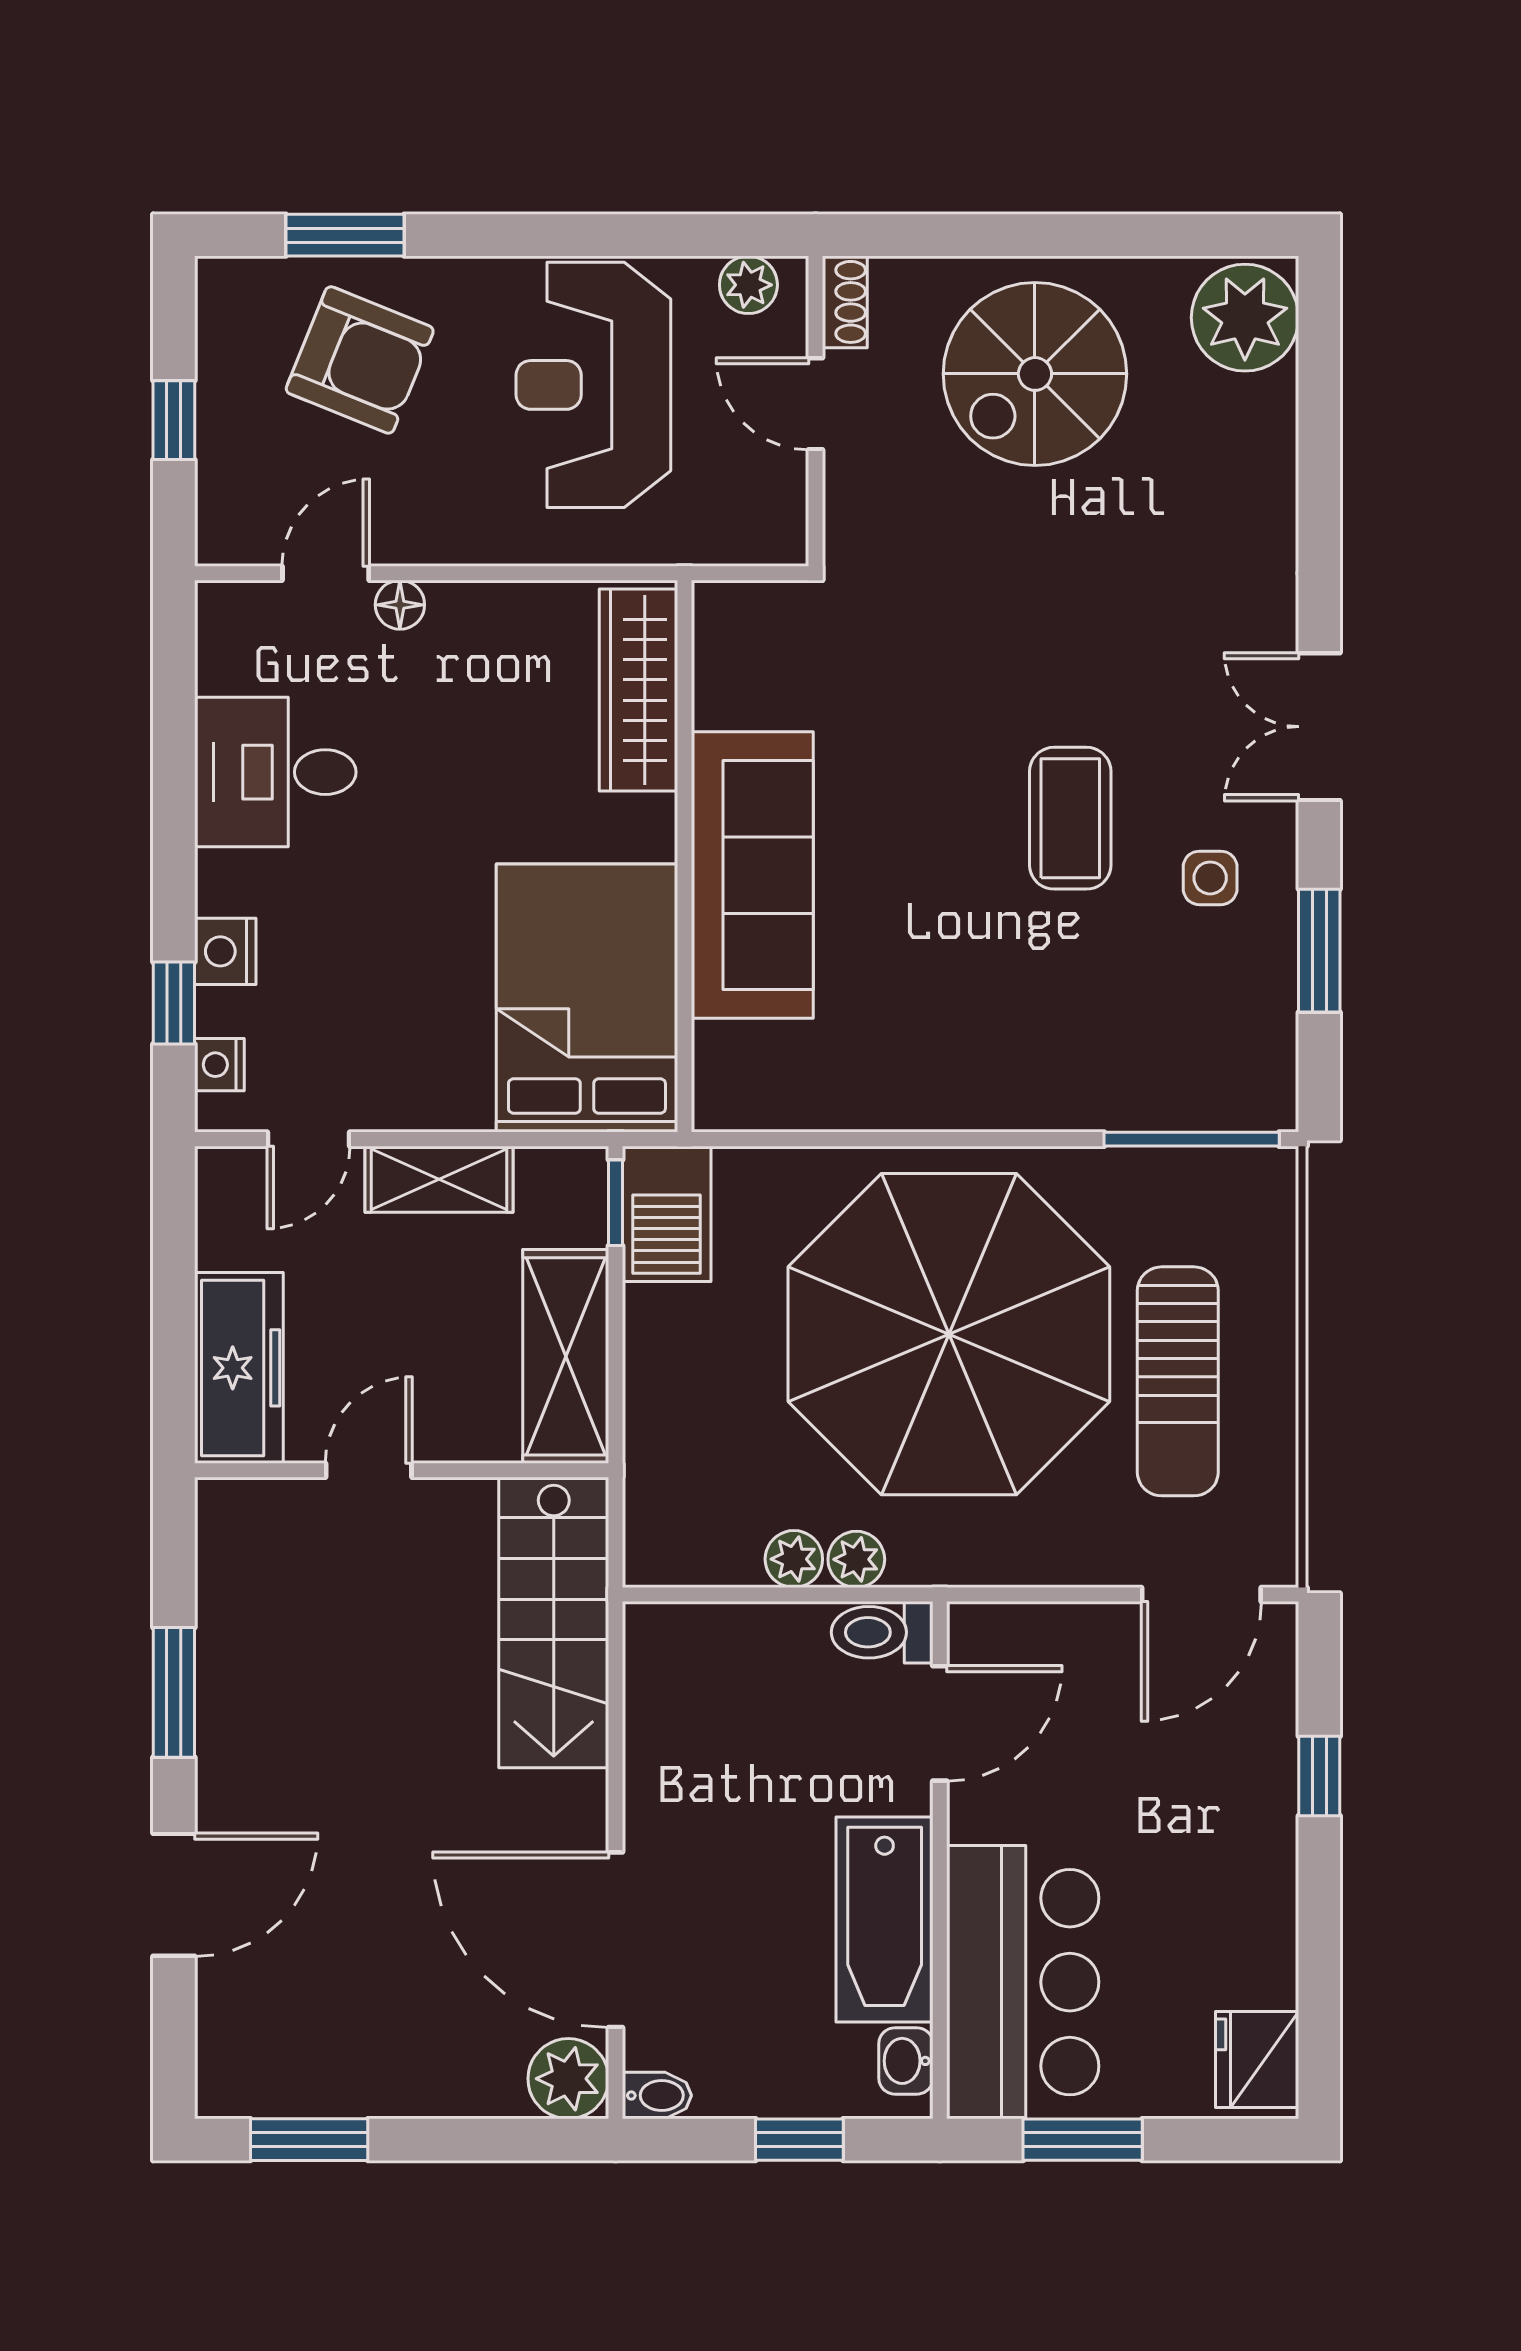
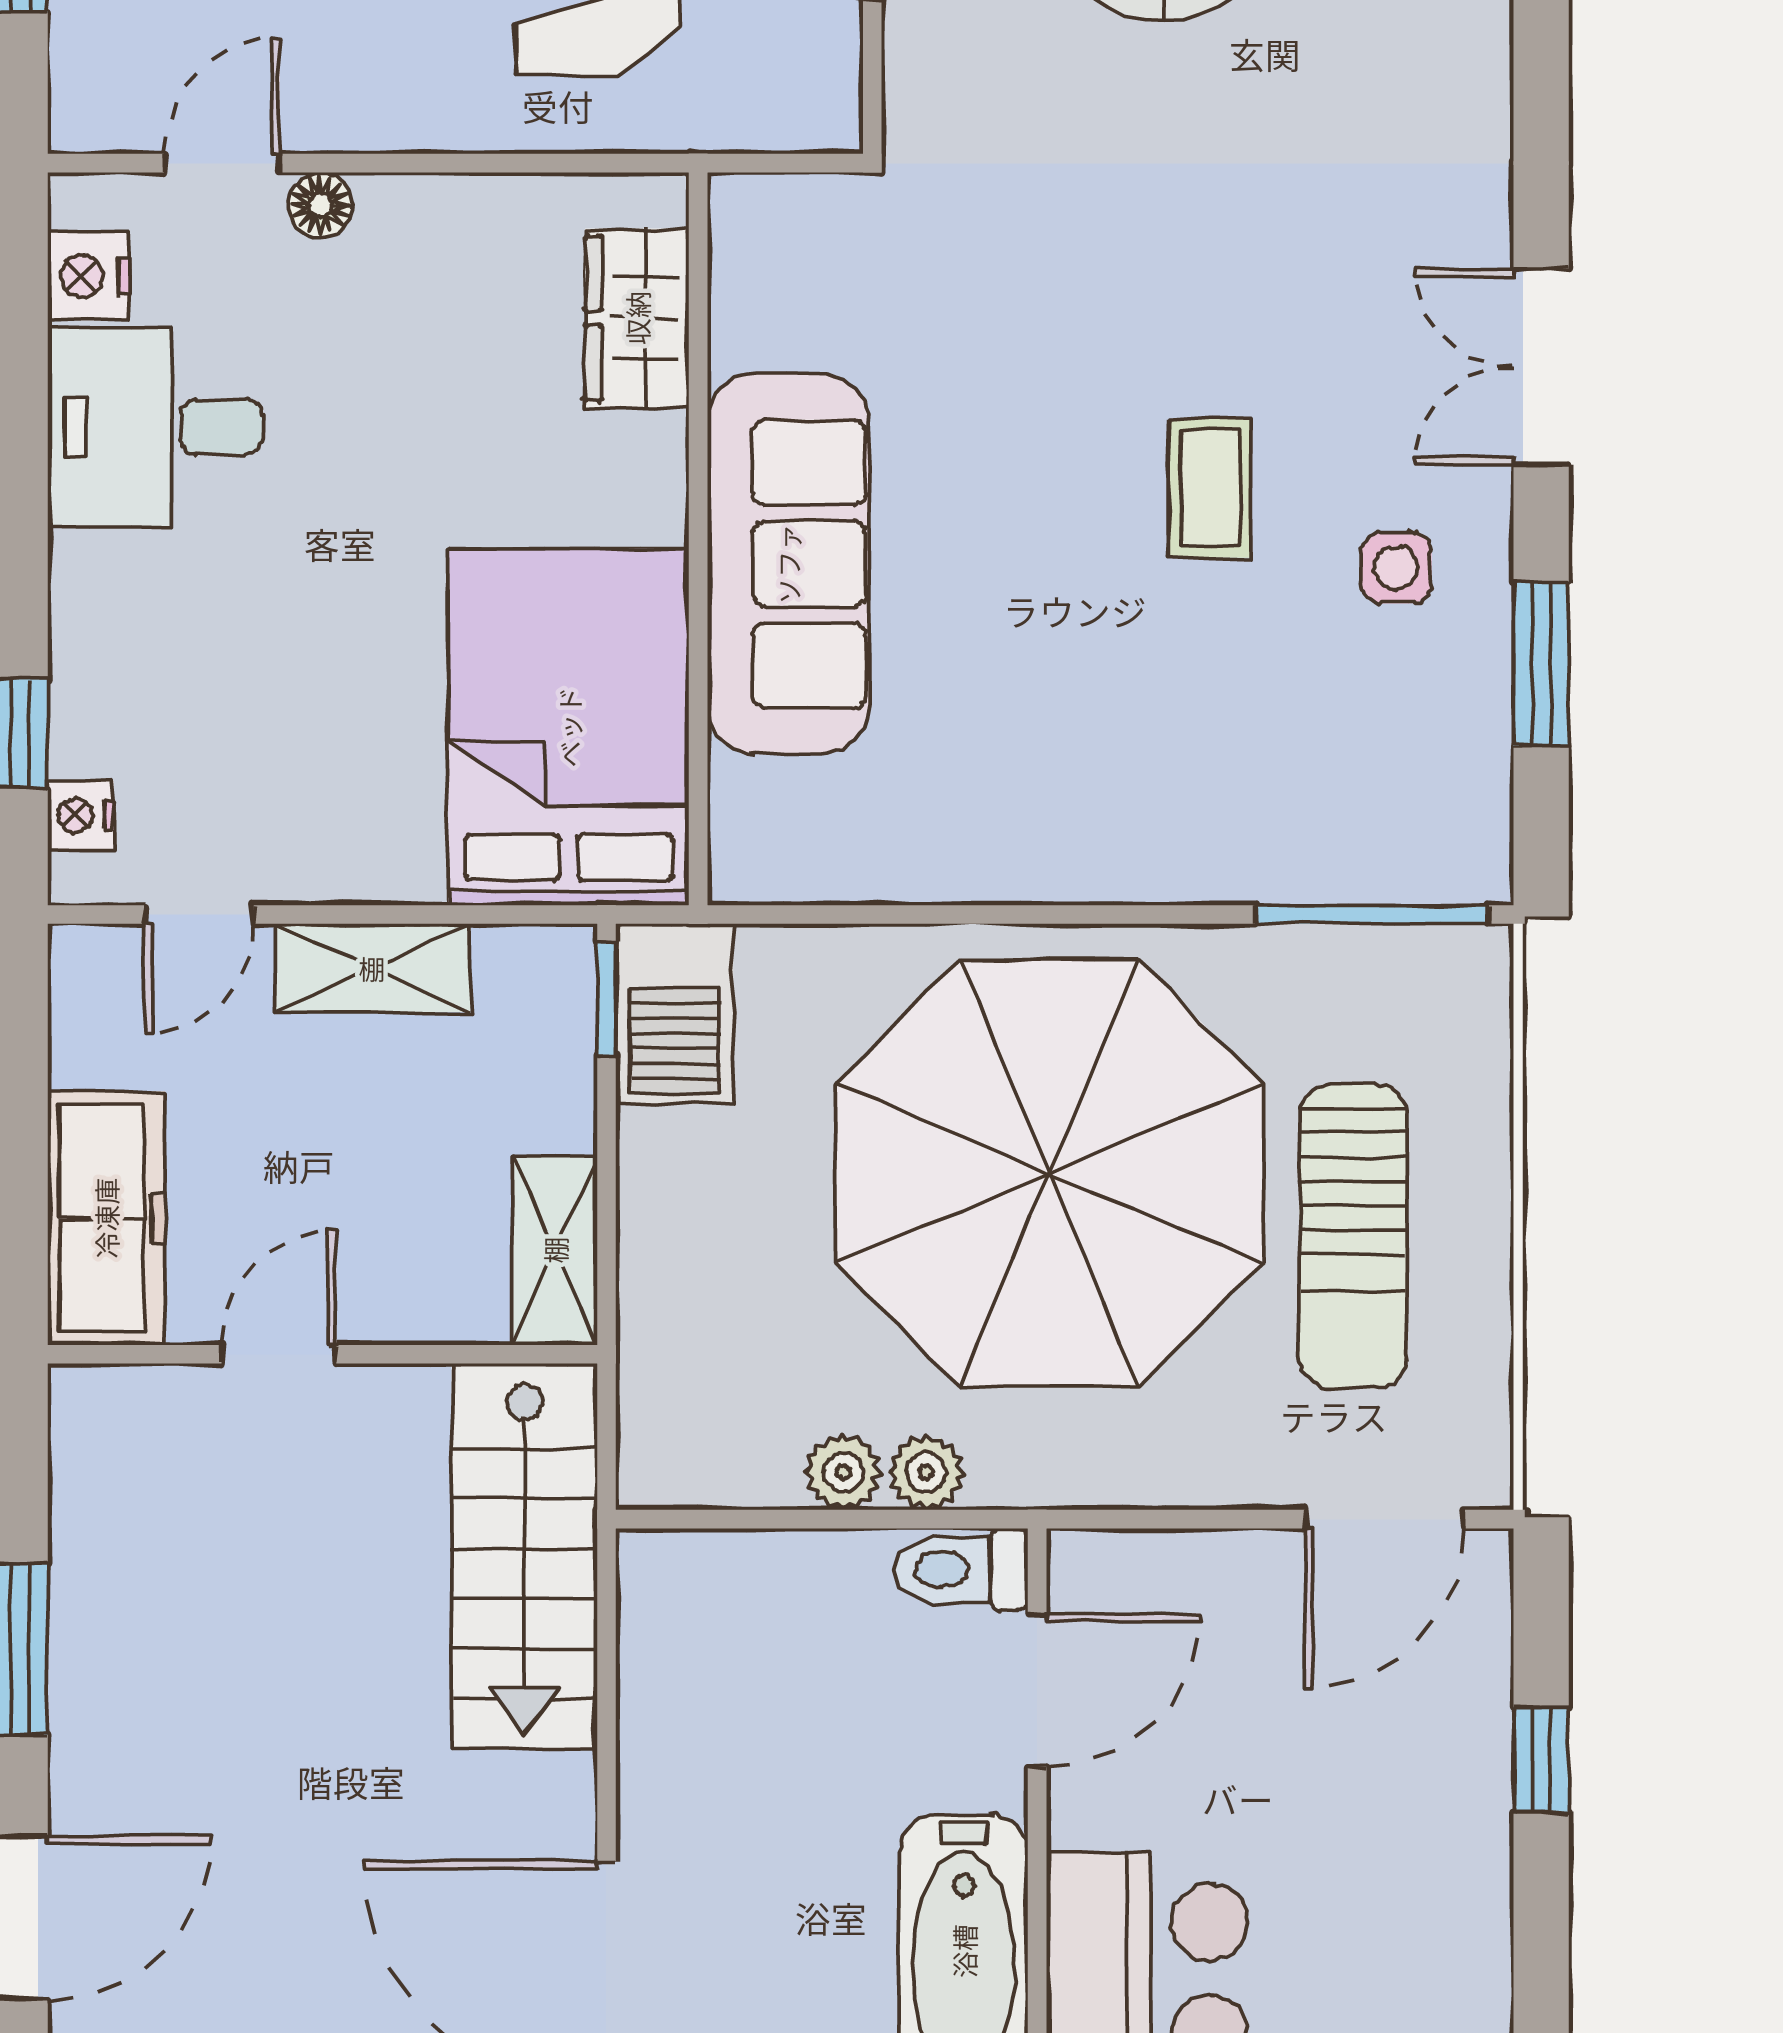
wardrobe: (638, 690) -> (637, 318), width x0.67
coffee table: (1070, 818) -> (1210, 488), width x0.73, depth x0.77
nightstand: (225, 951) -> (88, 276), moved
shelving: (566, 1356) -> (555, 1250), width x0.67, depth x0.75

